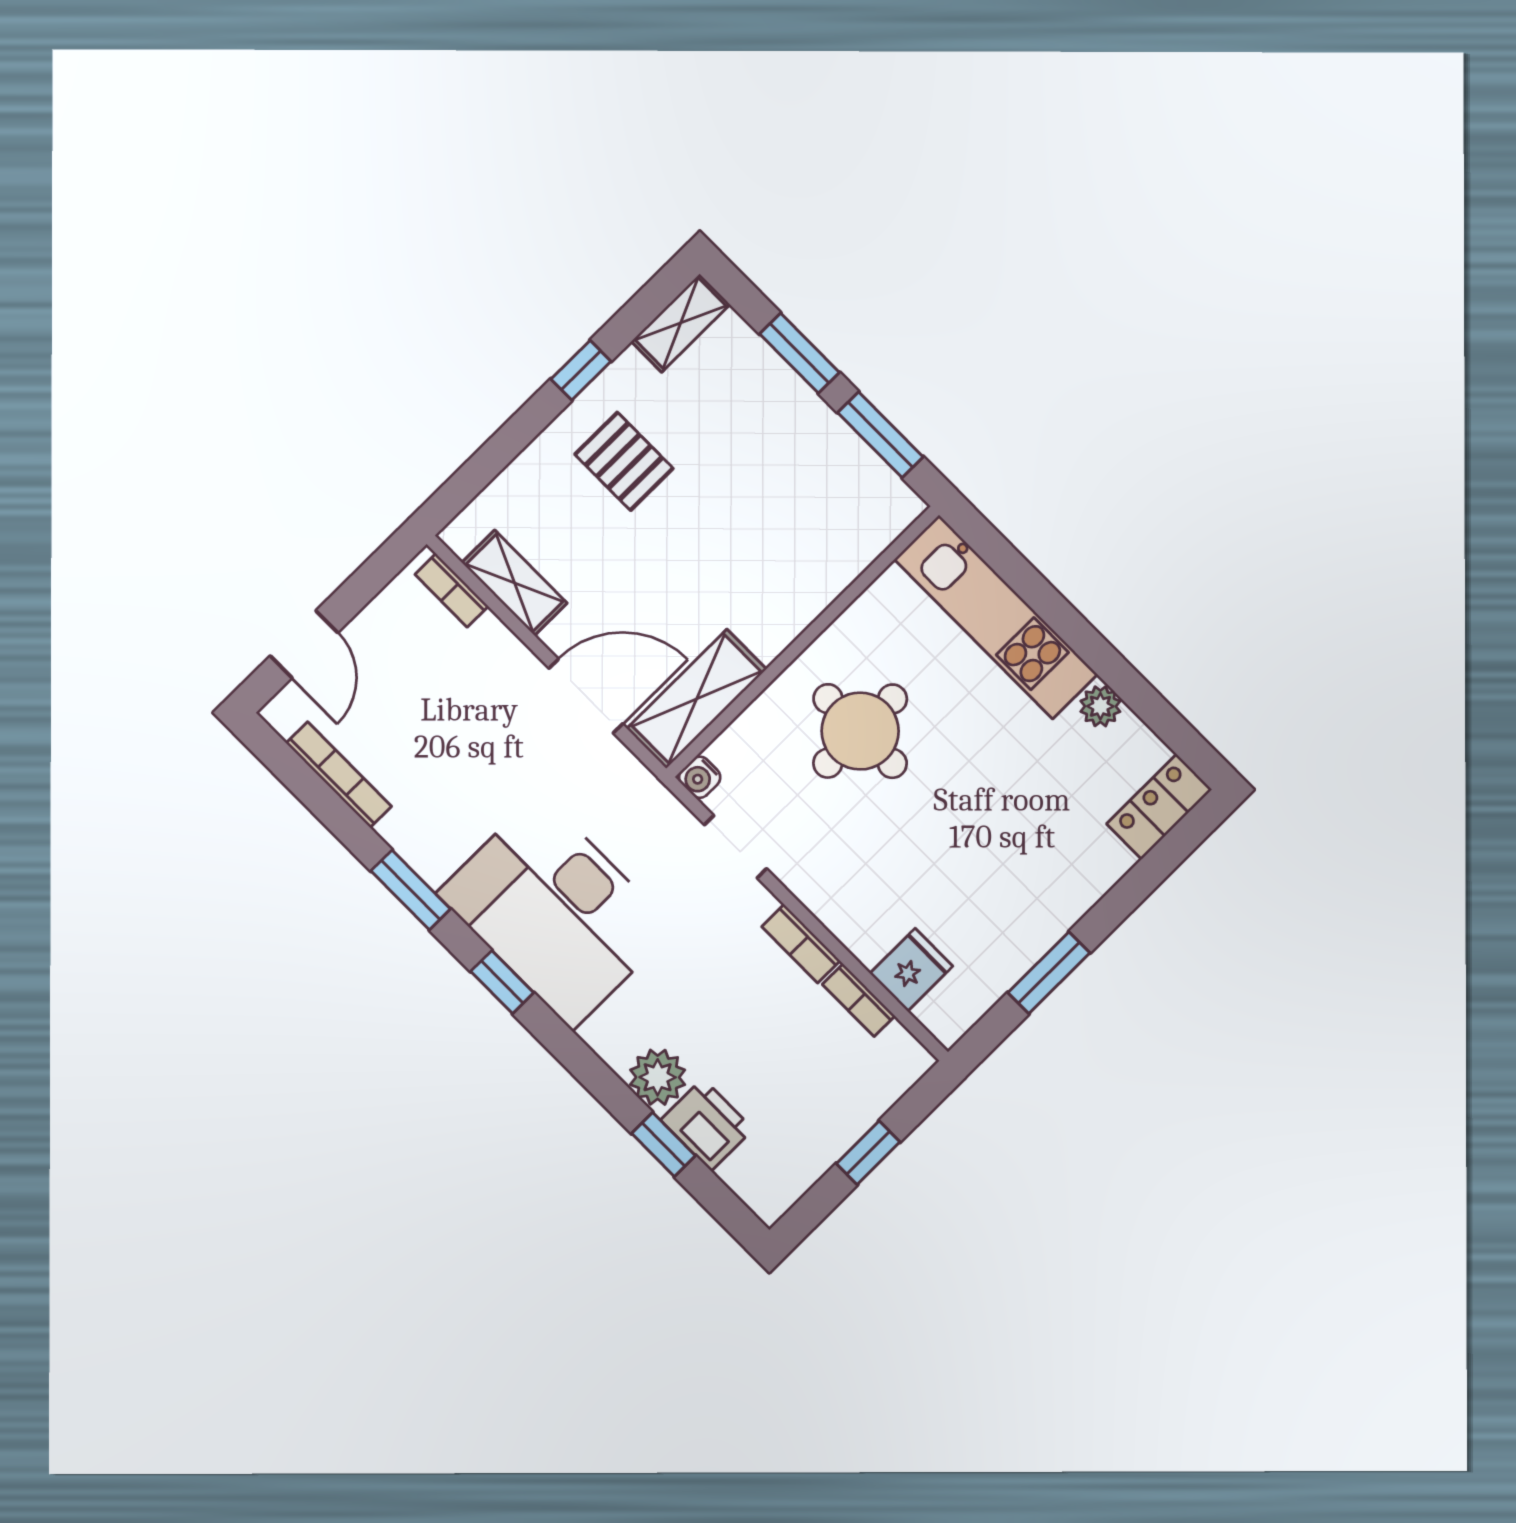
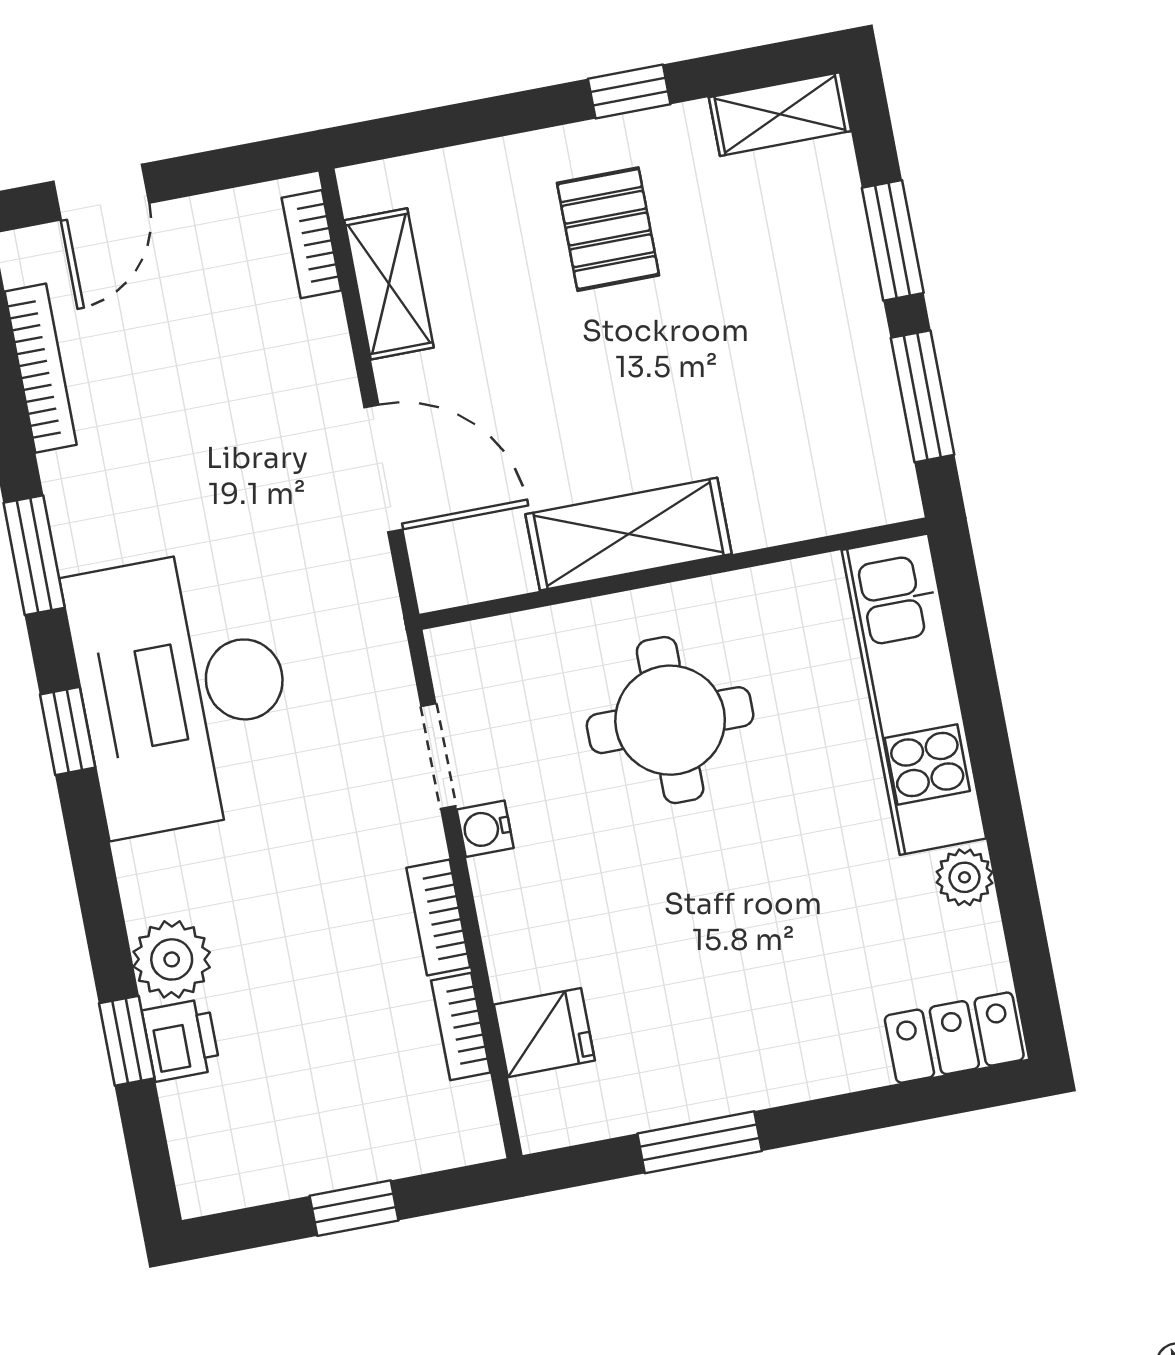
shelving: (697, 699) -> (629, 534), moved
water cooler: (700, 777) -> (485, 829), moved
printer: (707, 1125) -> (181, 1040), width x0.73, depth x0.81

